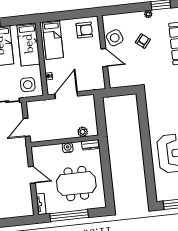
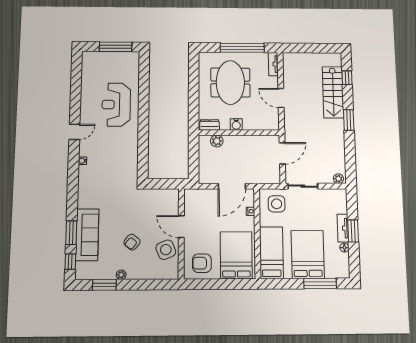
bed: (53, 40) -> (236, 255), width x1.50
meeting table: (76, 184) -> (230, 82), turned 90

